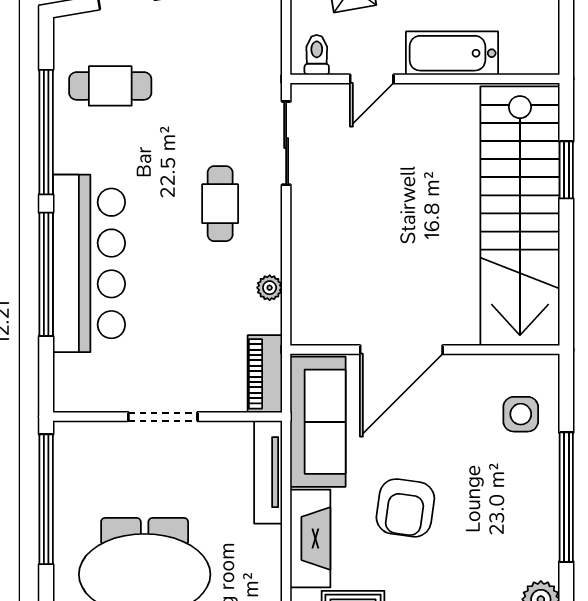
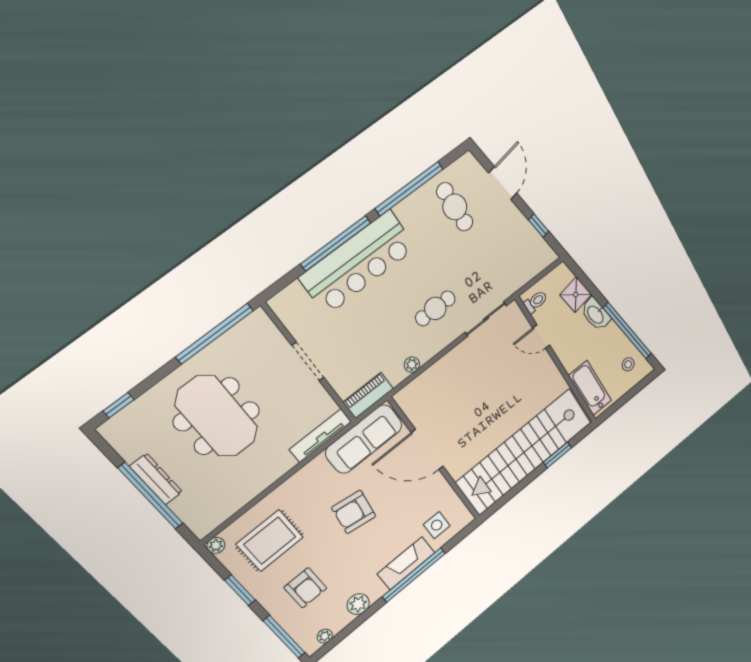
bathtub: (452, 53) -> (590, 388), moved
fireplace: (310, 538) -> (406, 563), moved, turned 180

